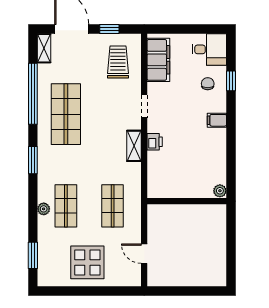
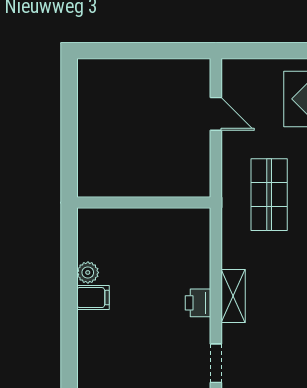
filing cabinet: (217, 120) -> (93, 298), moved
plant: (220, 191) -> (88, 272), moved

